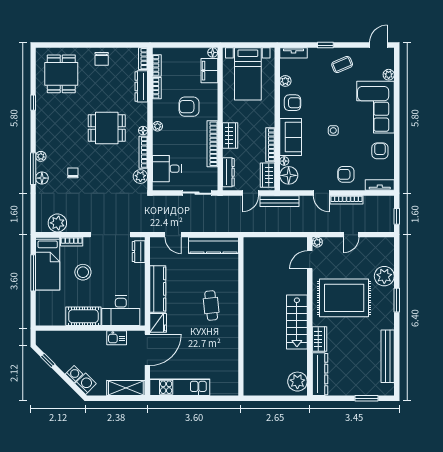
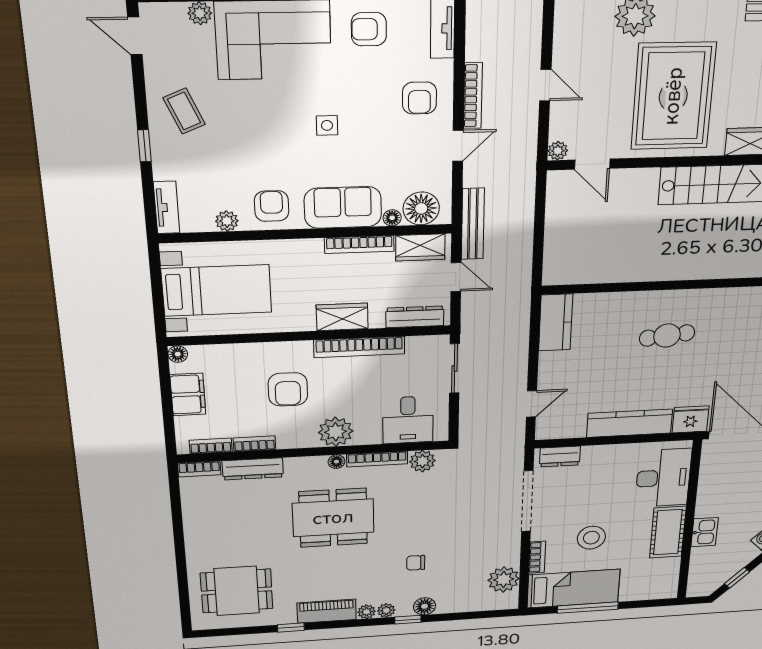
chair: (102, 59) -> (204, 533), removed
filing cabinet: (209, 71) -> (188, 394), moved, turned -90
piano: (43, 123) -> (327, 611), added
plant: (157, 126) -> (336, 432), width x1.87, depth x1.87
dining table: (107, 128) -> (333, 518), width x1.38
plant: (41, 145) -> (367, 612), added
window: (33, 169) -> (408, 620), width x0.46
kitchen counter: (214, 245) -> (556, 322), width x0.67
kitchen sink: (117, 338) -> (705, 532), moved

